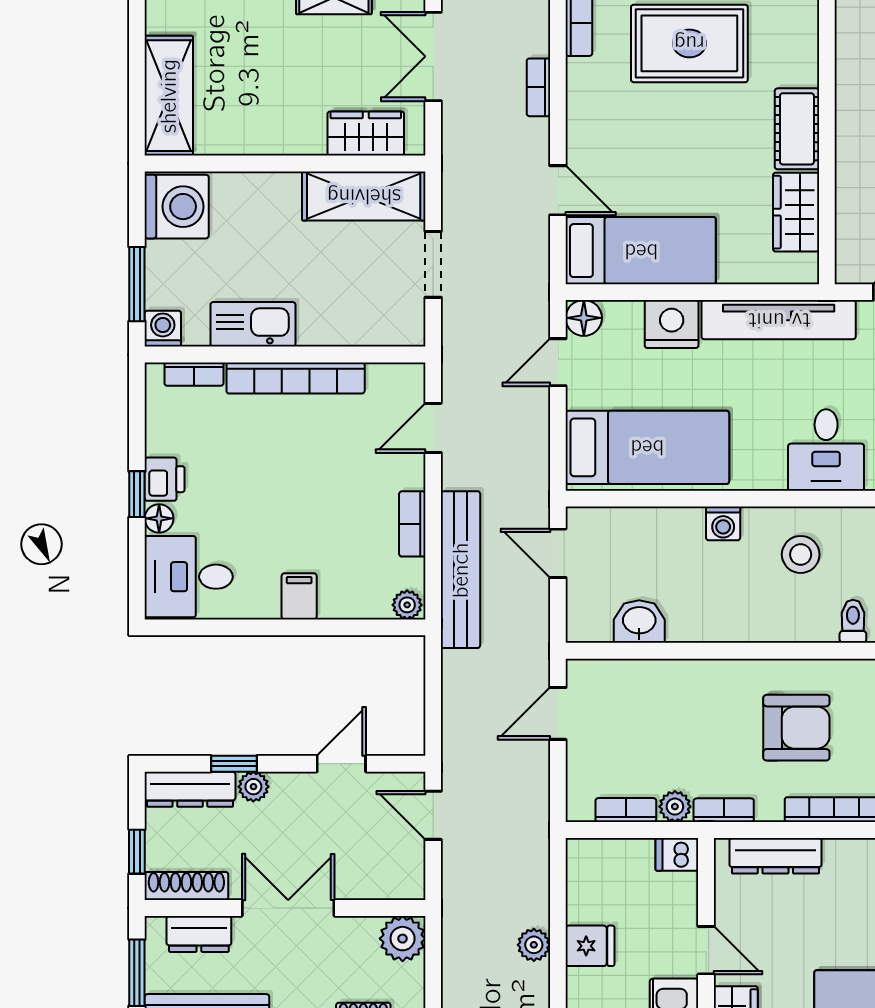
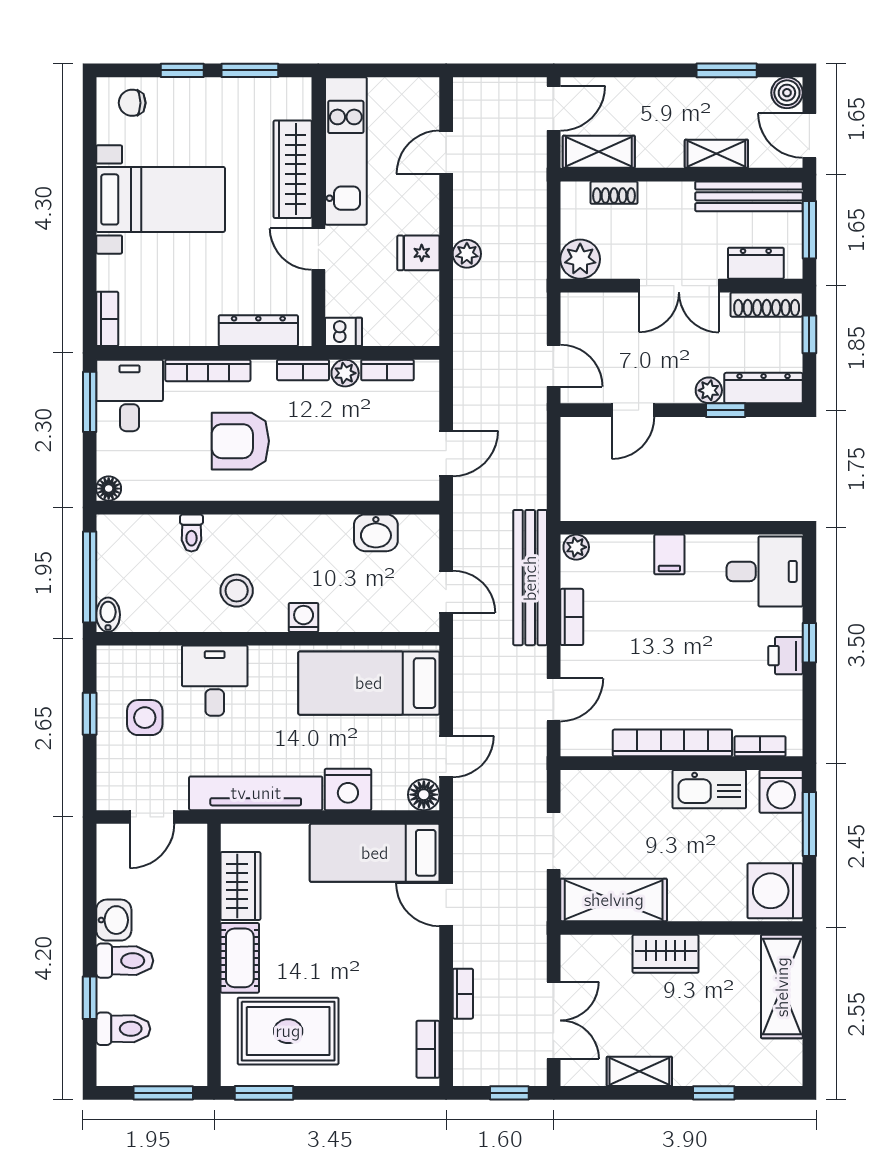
rug: (689, 43) -> (288, 1031), moved
wardrobe: (366, 134) -> (666, 954), moved
washing machine: (163, 329) -> (781, 791), width x1.38, depth x1.38
floor lamp: (159, 518) -> (790, 622), removed

